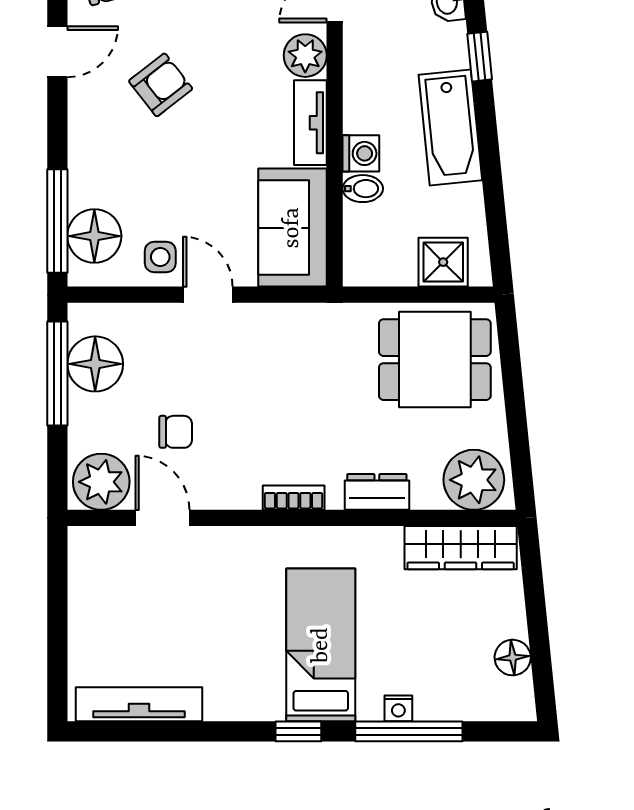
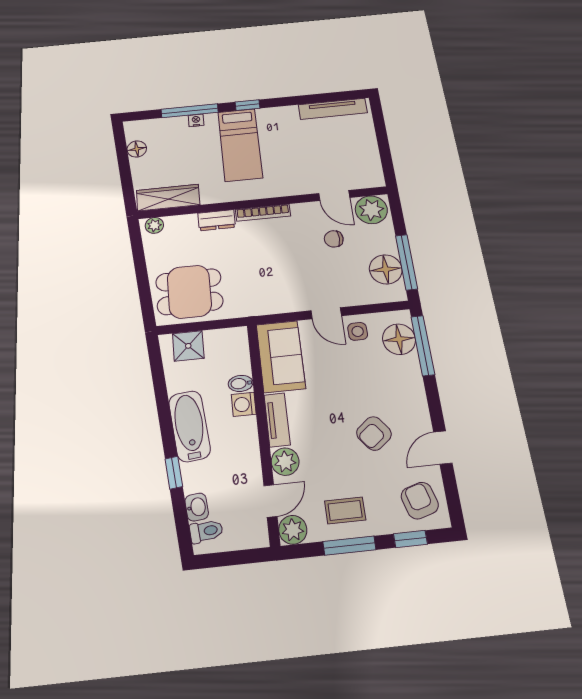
plant: (474, 480) -> (154, 225), width x0.53, depth x0.53
bookcase: (294, 498) -> (263, 213), width x1.56

